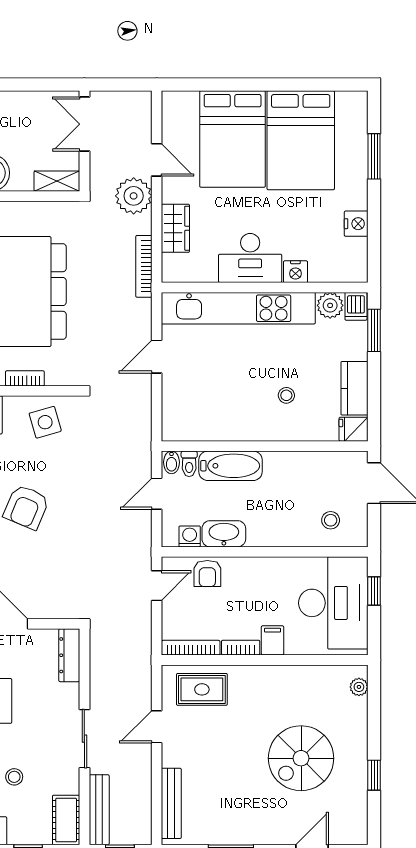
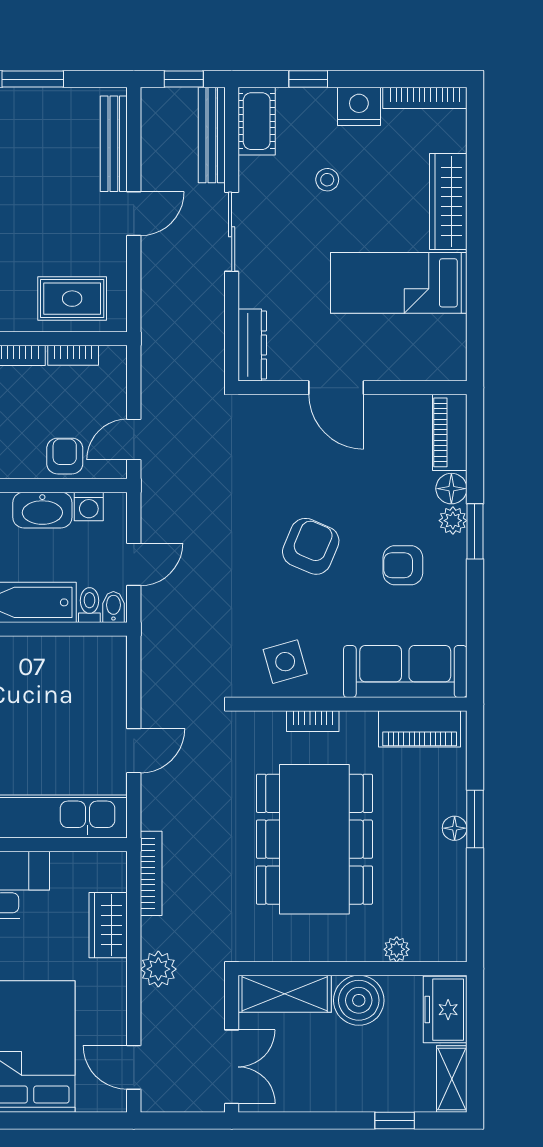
door: (157, 160) -> (134, 1067), moved
shelving: (57, 181) -> (285, 994), width x1.50, depth x1.33
plant: (134, 196) -> (158, 969), width x0.73, depth x0.73
bookcase: (191, 648) -> (73, 355), width x0.64
door: (157, 727) -> (134, 214), moved

